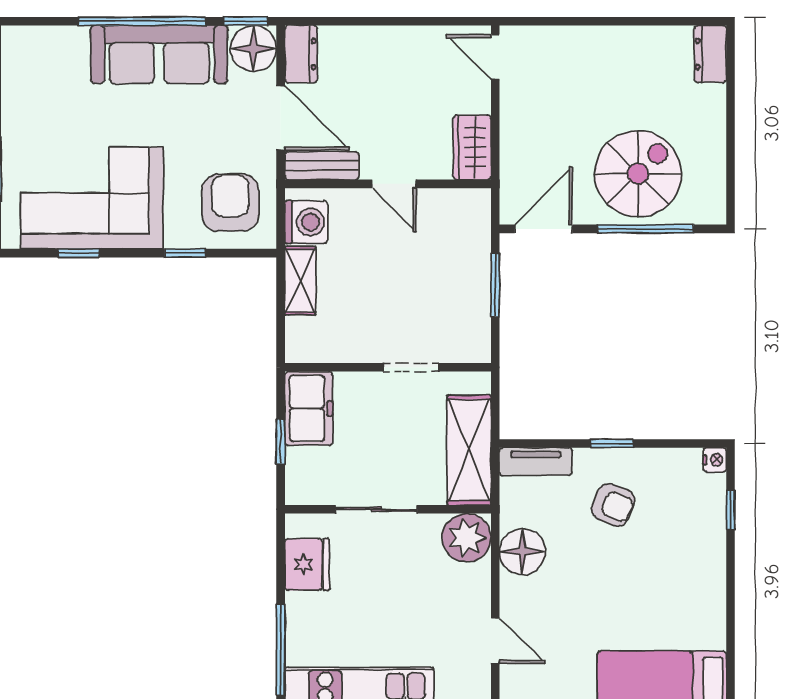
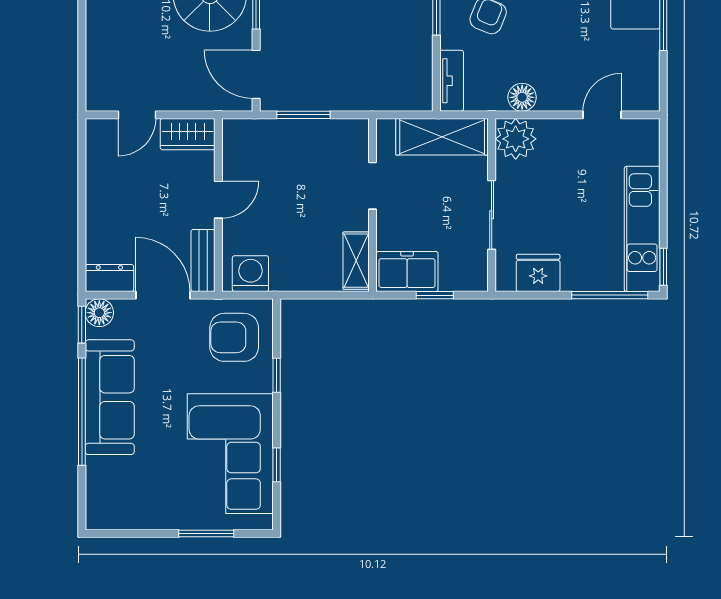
floor lamp: (253, 48) -> (99, 313), width x0.73, depth x0.73
door: (495, 57) -> (137, 115), moved
door: (281, 118) -> (163, 295), hinge flipped
shelving: (300, 281) -> (356, 261), moved, turned 90
floor lamp: (522, 552) -> (522, 97), width x0.73, depth x0.73

